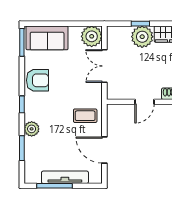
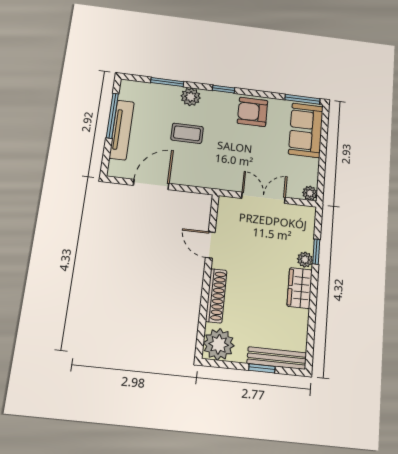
plant: (92, 36) -> (310, 193), width x0.53, depth x0.53
plant: (142, 37) -> (305, 260), width x0.53, depth x0.53
armchair: (37, 80) -> (252, 112), turned 90
coffee table: (85, 116) -> (187, 133), moved, turned 90

